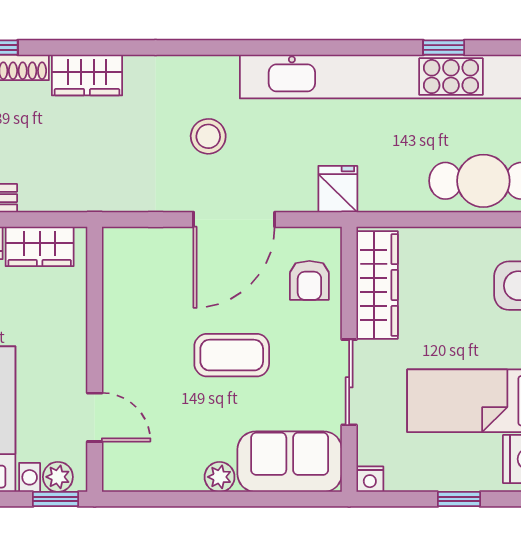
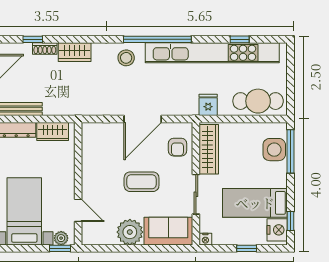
window: (266, 47) -> (157, 39), added
stool: (208, 136) -> (126, 58), moved
fridge: (338, 189) -> (208, 105), moved
plant: (220, 477) -> (130, 232), width x1.88, depth x1.88

